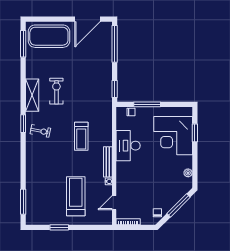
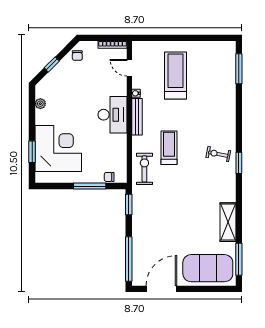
exercise bike: (56, 91) -> (144, 169), moved, turned 180
shelving: (32, 95) -> (228, 222), moved
desk: (128, 146) -> (113, 115), moved
treadmill: (76, 196) -> (175, 75), turned 180
door: (114, 203) -> (129, 68), swing flipped
window: (179, 205) -> (52, 64), width x0.46
window: (59, 227) -> (195, 38), removed

